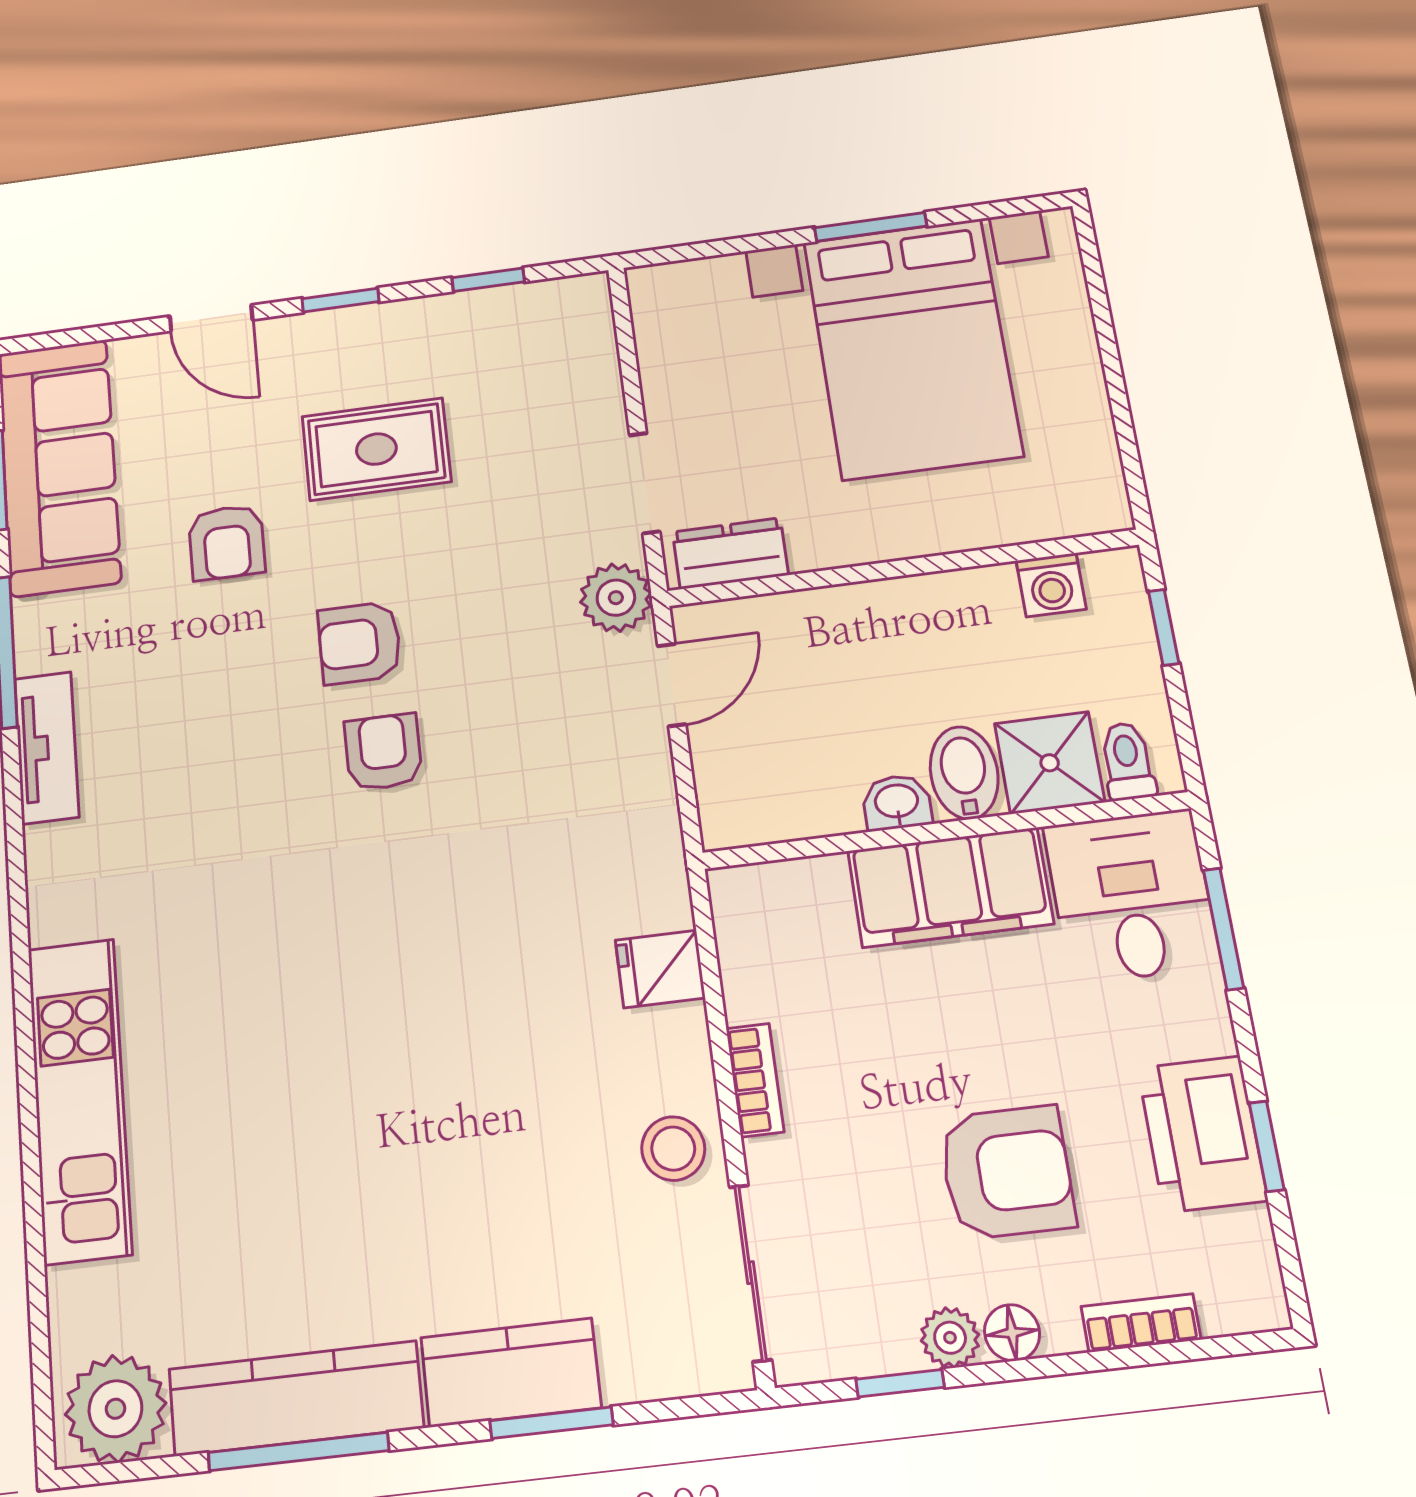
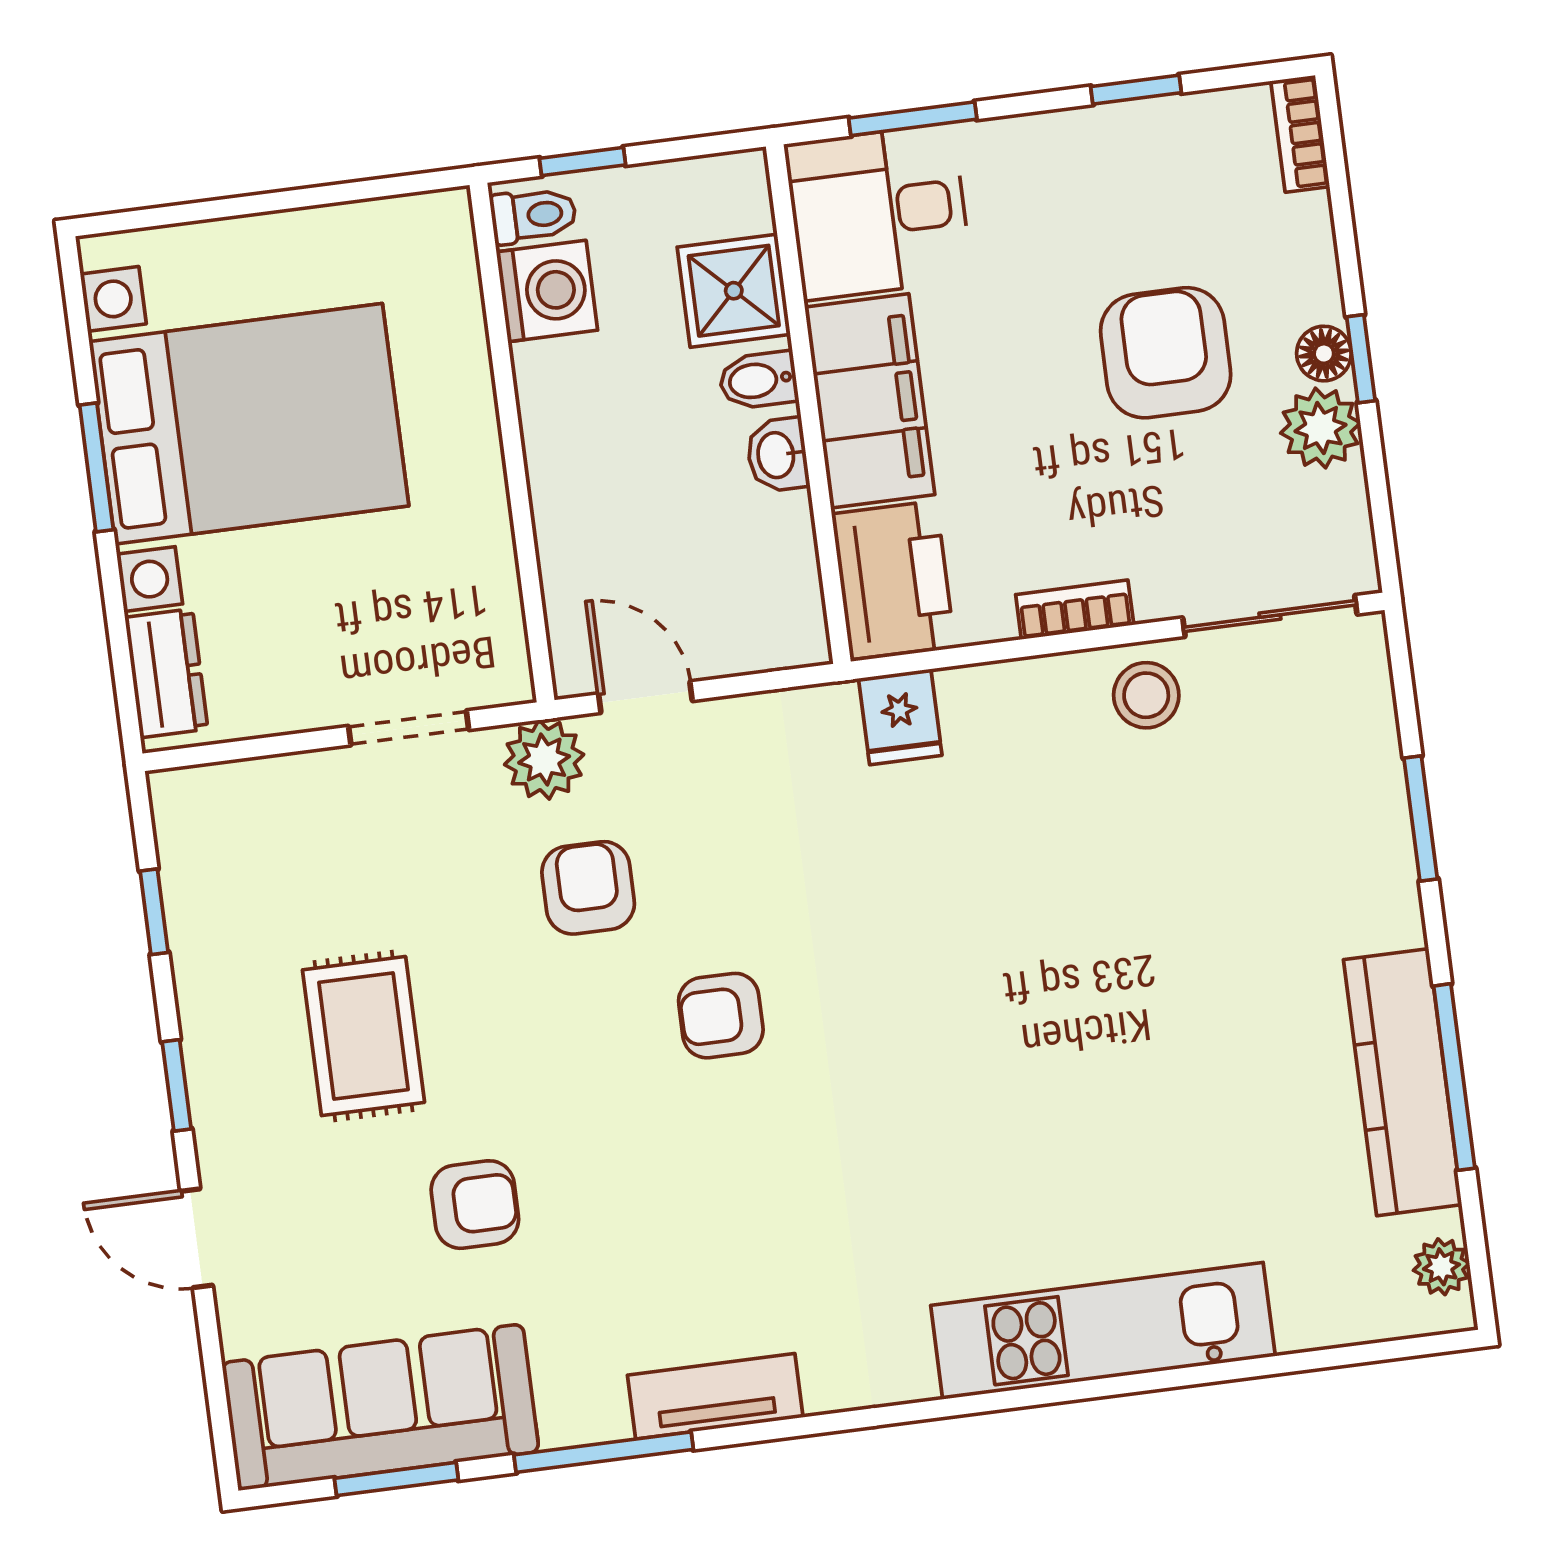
door: (211, 318) -> (197, 1238), swing flipped
dresser: (730, 553) -> (166, 673), moved, turned 180
washing machine: (1051, 585) -> (547, 291), width x1.38, depth x1.38
armchair: (359, 643) -> (588, 888), moved, turned 180
toilet: (1127, 761) -> (533, 215), moved, turned 180
bidet: (964, 773) -> (758, 380), width x0.72, depth x0.74
fridge: (660, 969) -> (900, 717), moved
printer: (1202, 1134) -> (893, 580), moved, turned -90
bookcase: (1141, 1323) -> (1300, 134), moved
plant: (950, 1338) -> (1320, 428), width x1.38, depth x1.38
kitchen counter: (511, 1373) -> (1373, 861), removed
window: (900, 1383) -> (1361, 359), moved
plant: (115, 1409) -> (1441, 1267), width x0.53, depth x0.53

